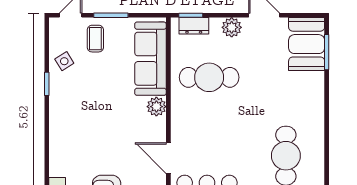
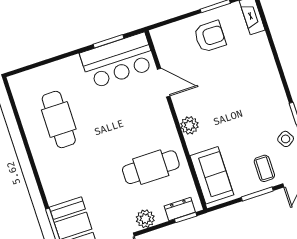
sofa: (150, 59) -> (212, 175), width x0.73

